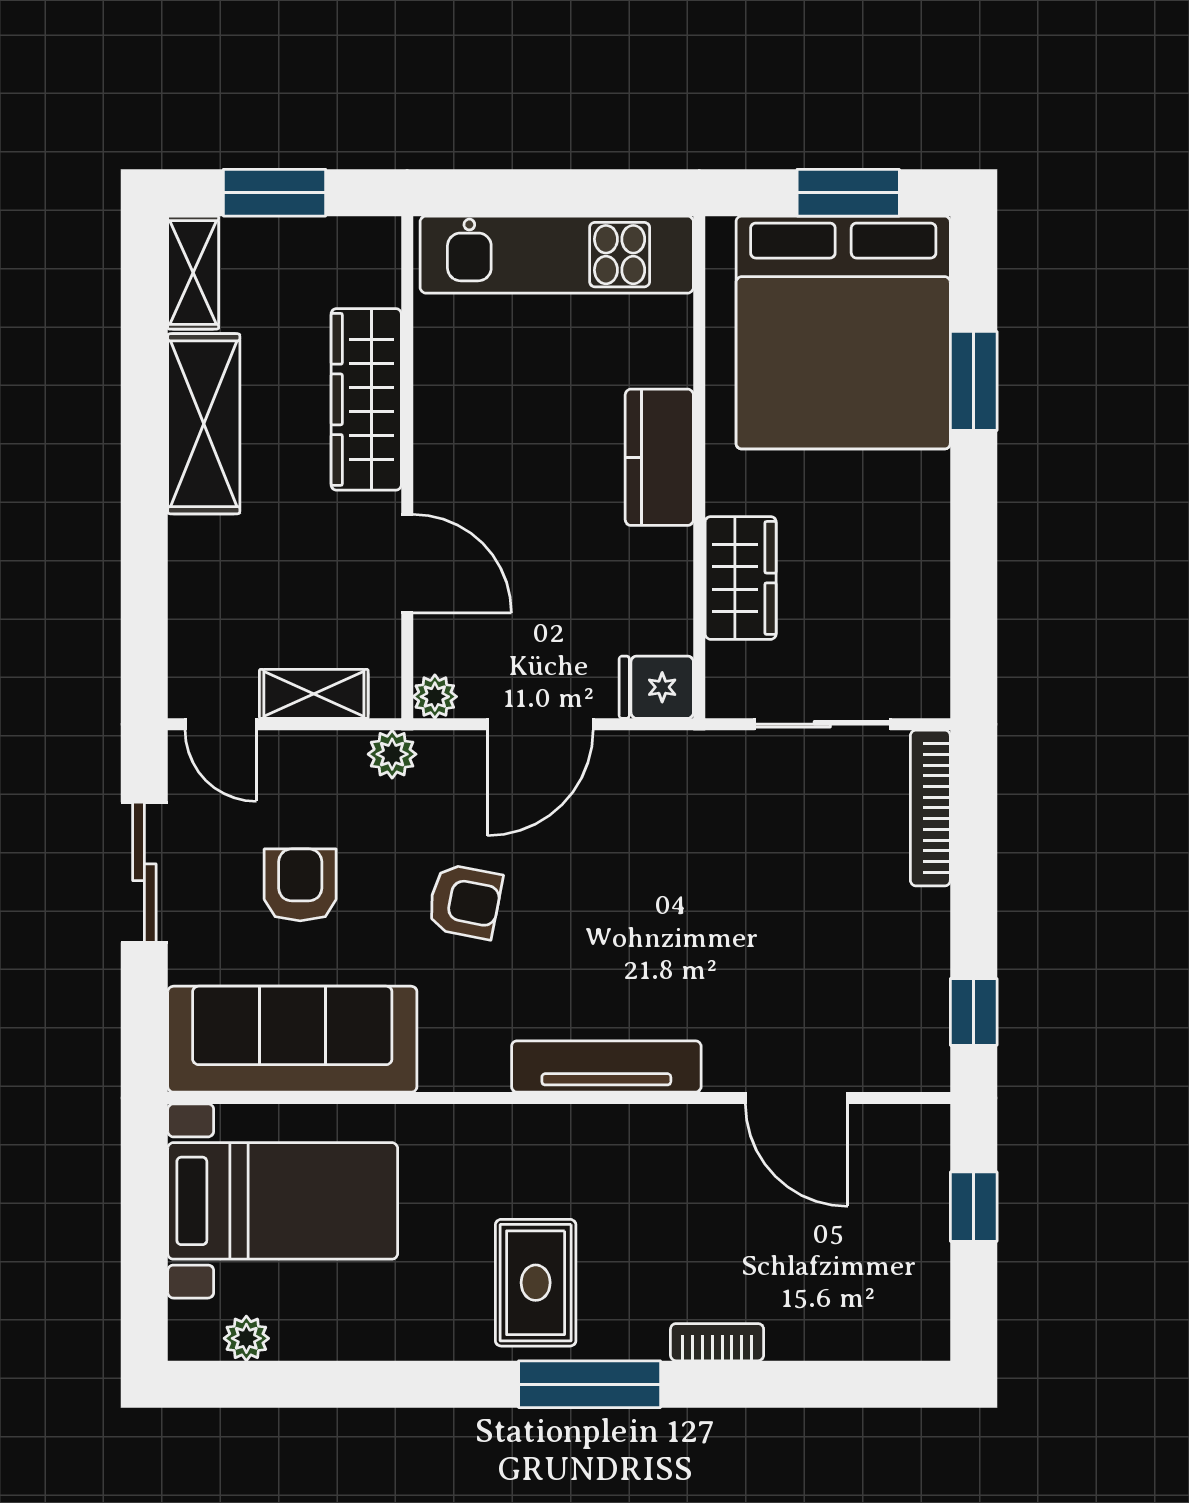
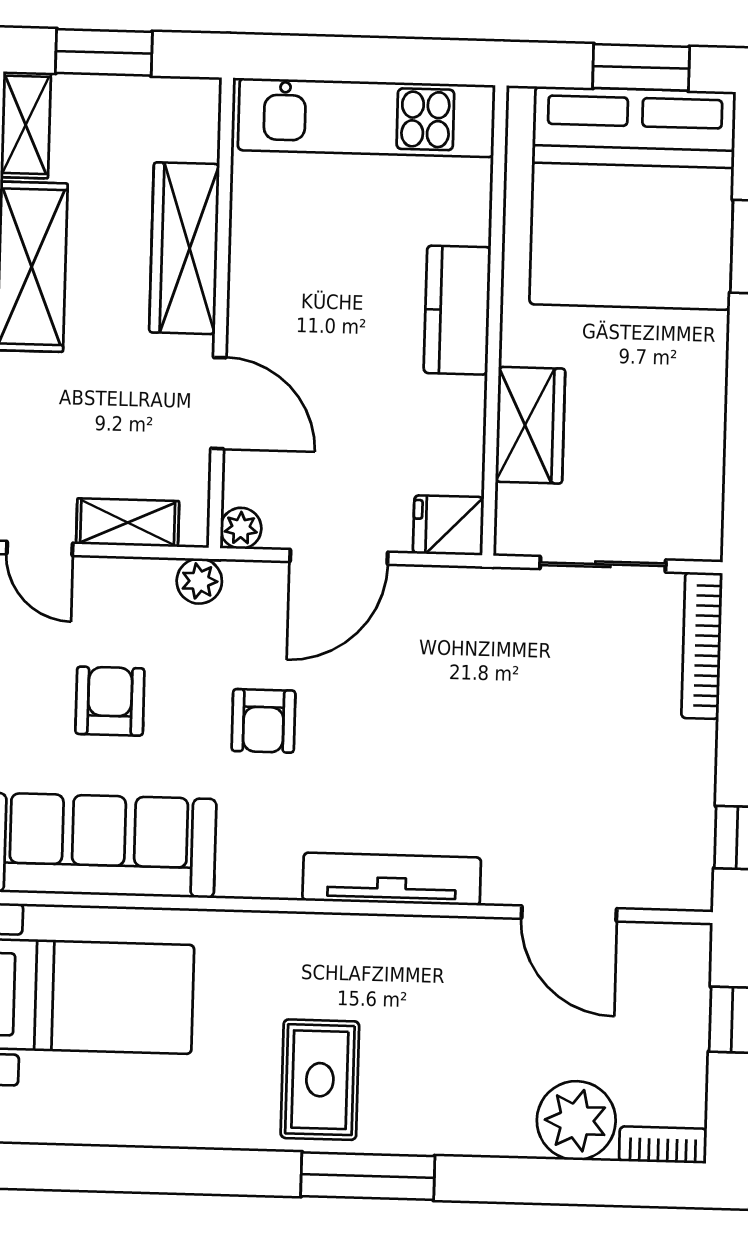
armchair: (465, 901) -> (263, 721), turned 79
plant: (246, 1338) -> (576, 1121), moved, width x1.88, depth x1.88
bookcase: (717, 1342) -> (663, 1145), moved

